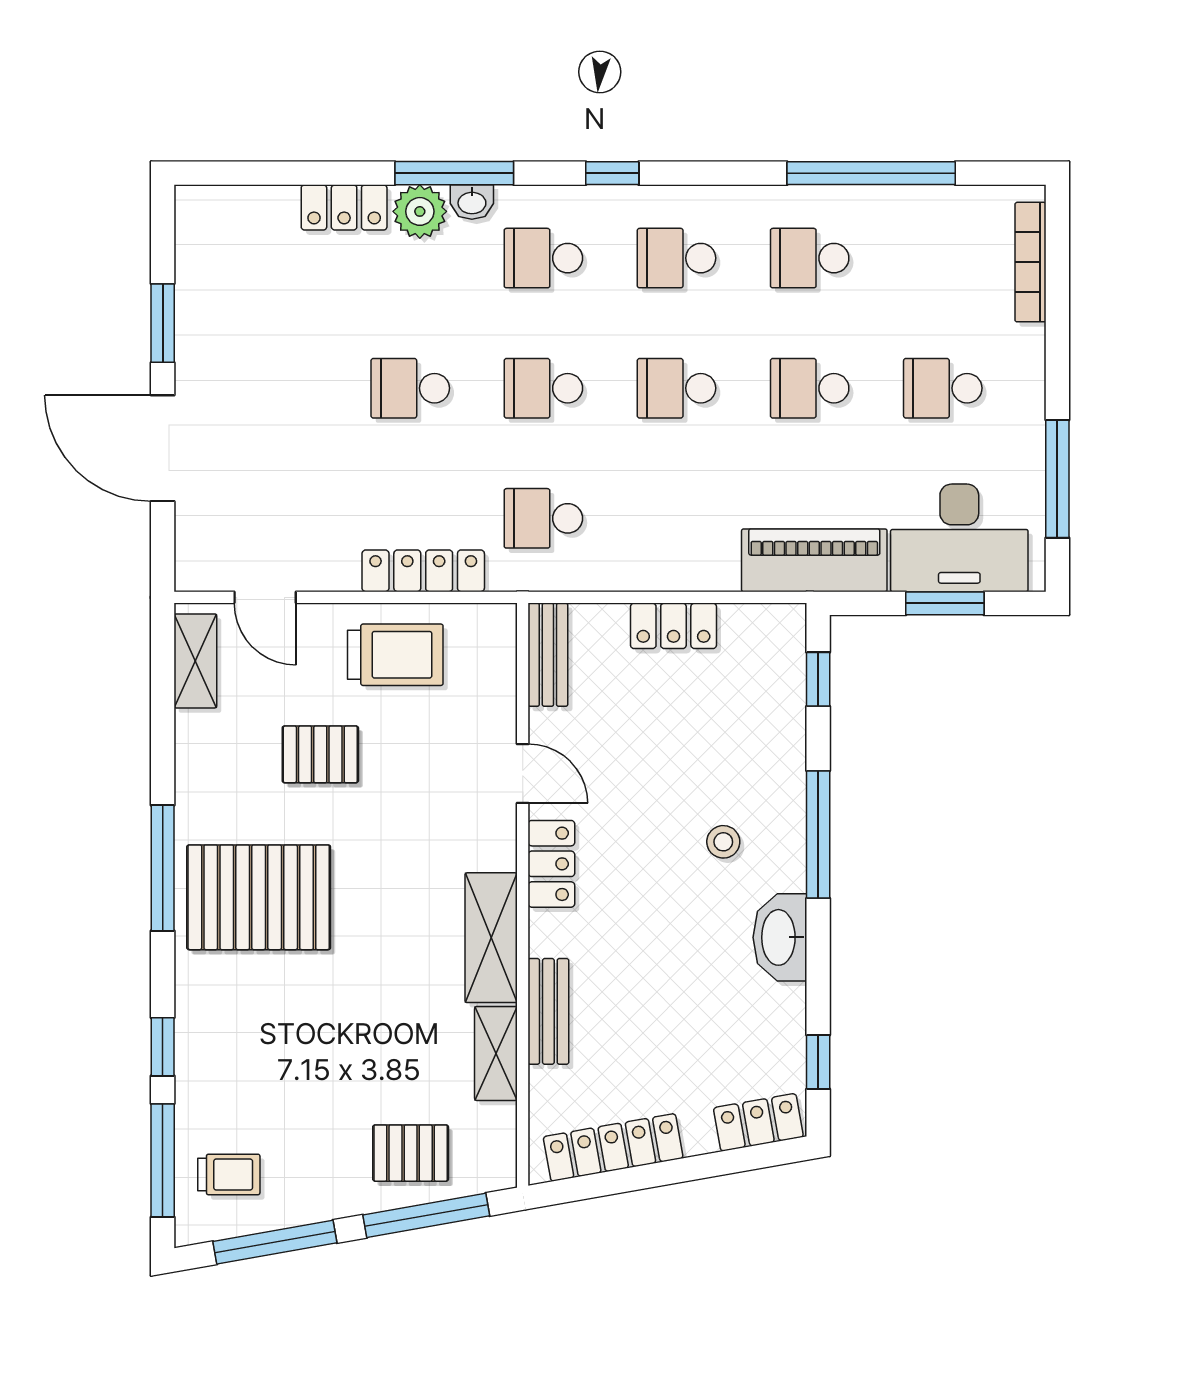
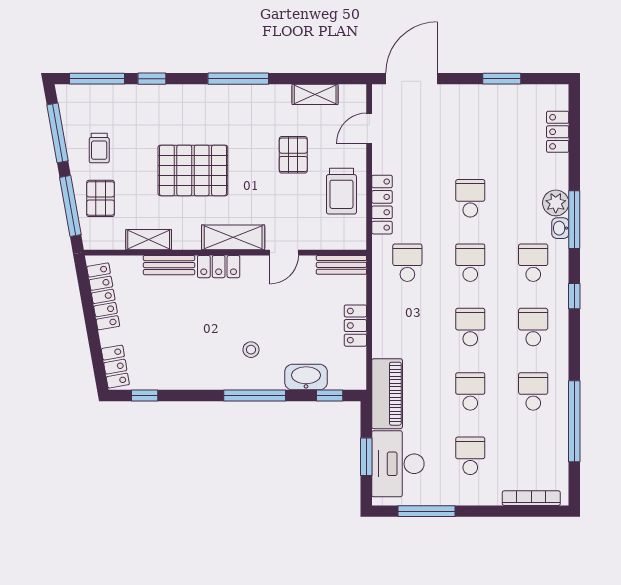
locker: (344, 207) -> (558, 132), moved
door: (163, 448) -> (412, 79), moved
shelving: (195, 661) -> (315, 94), moved
locker: (551, 864) -> (219, 267), moved
pallet: (259, 897) -> (193, 170), moved, turned 90
washbasin: (780, 937) -> (306, 377), moved
shelving: (491, 938) -> (233, 237), moved
trolley: (229, 1174) -> (99, 148), moved

